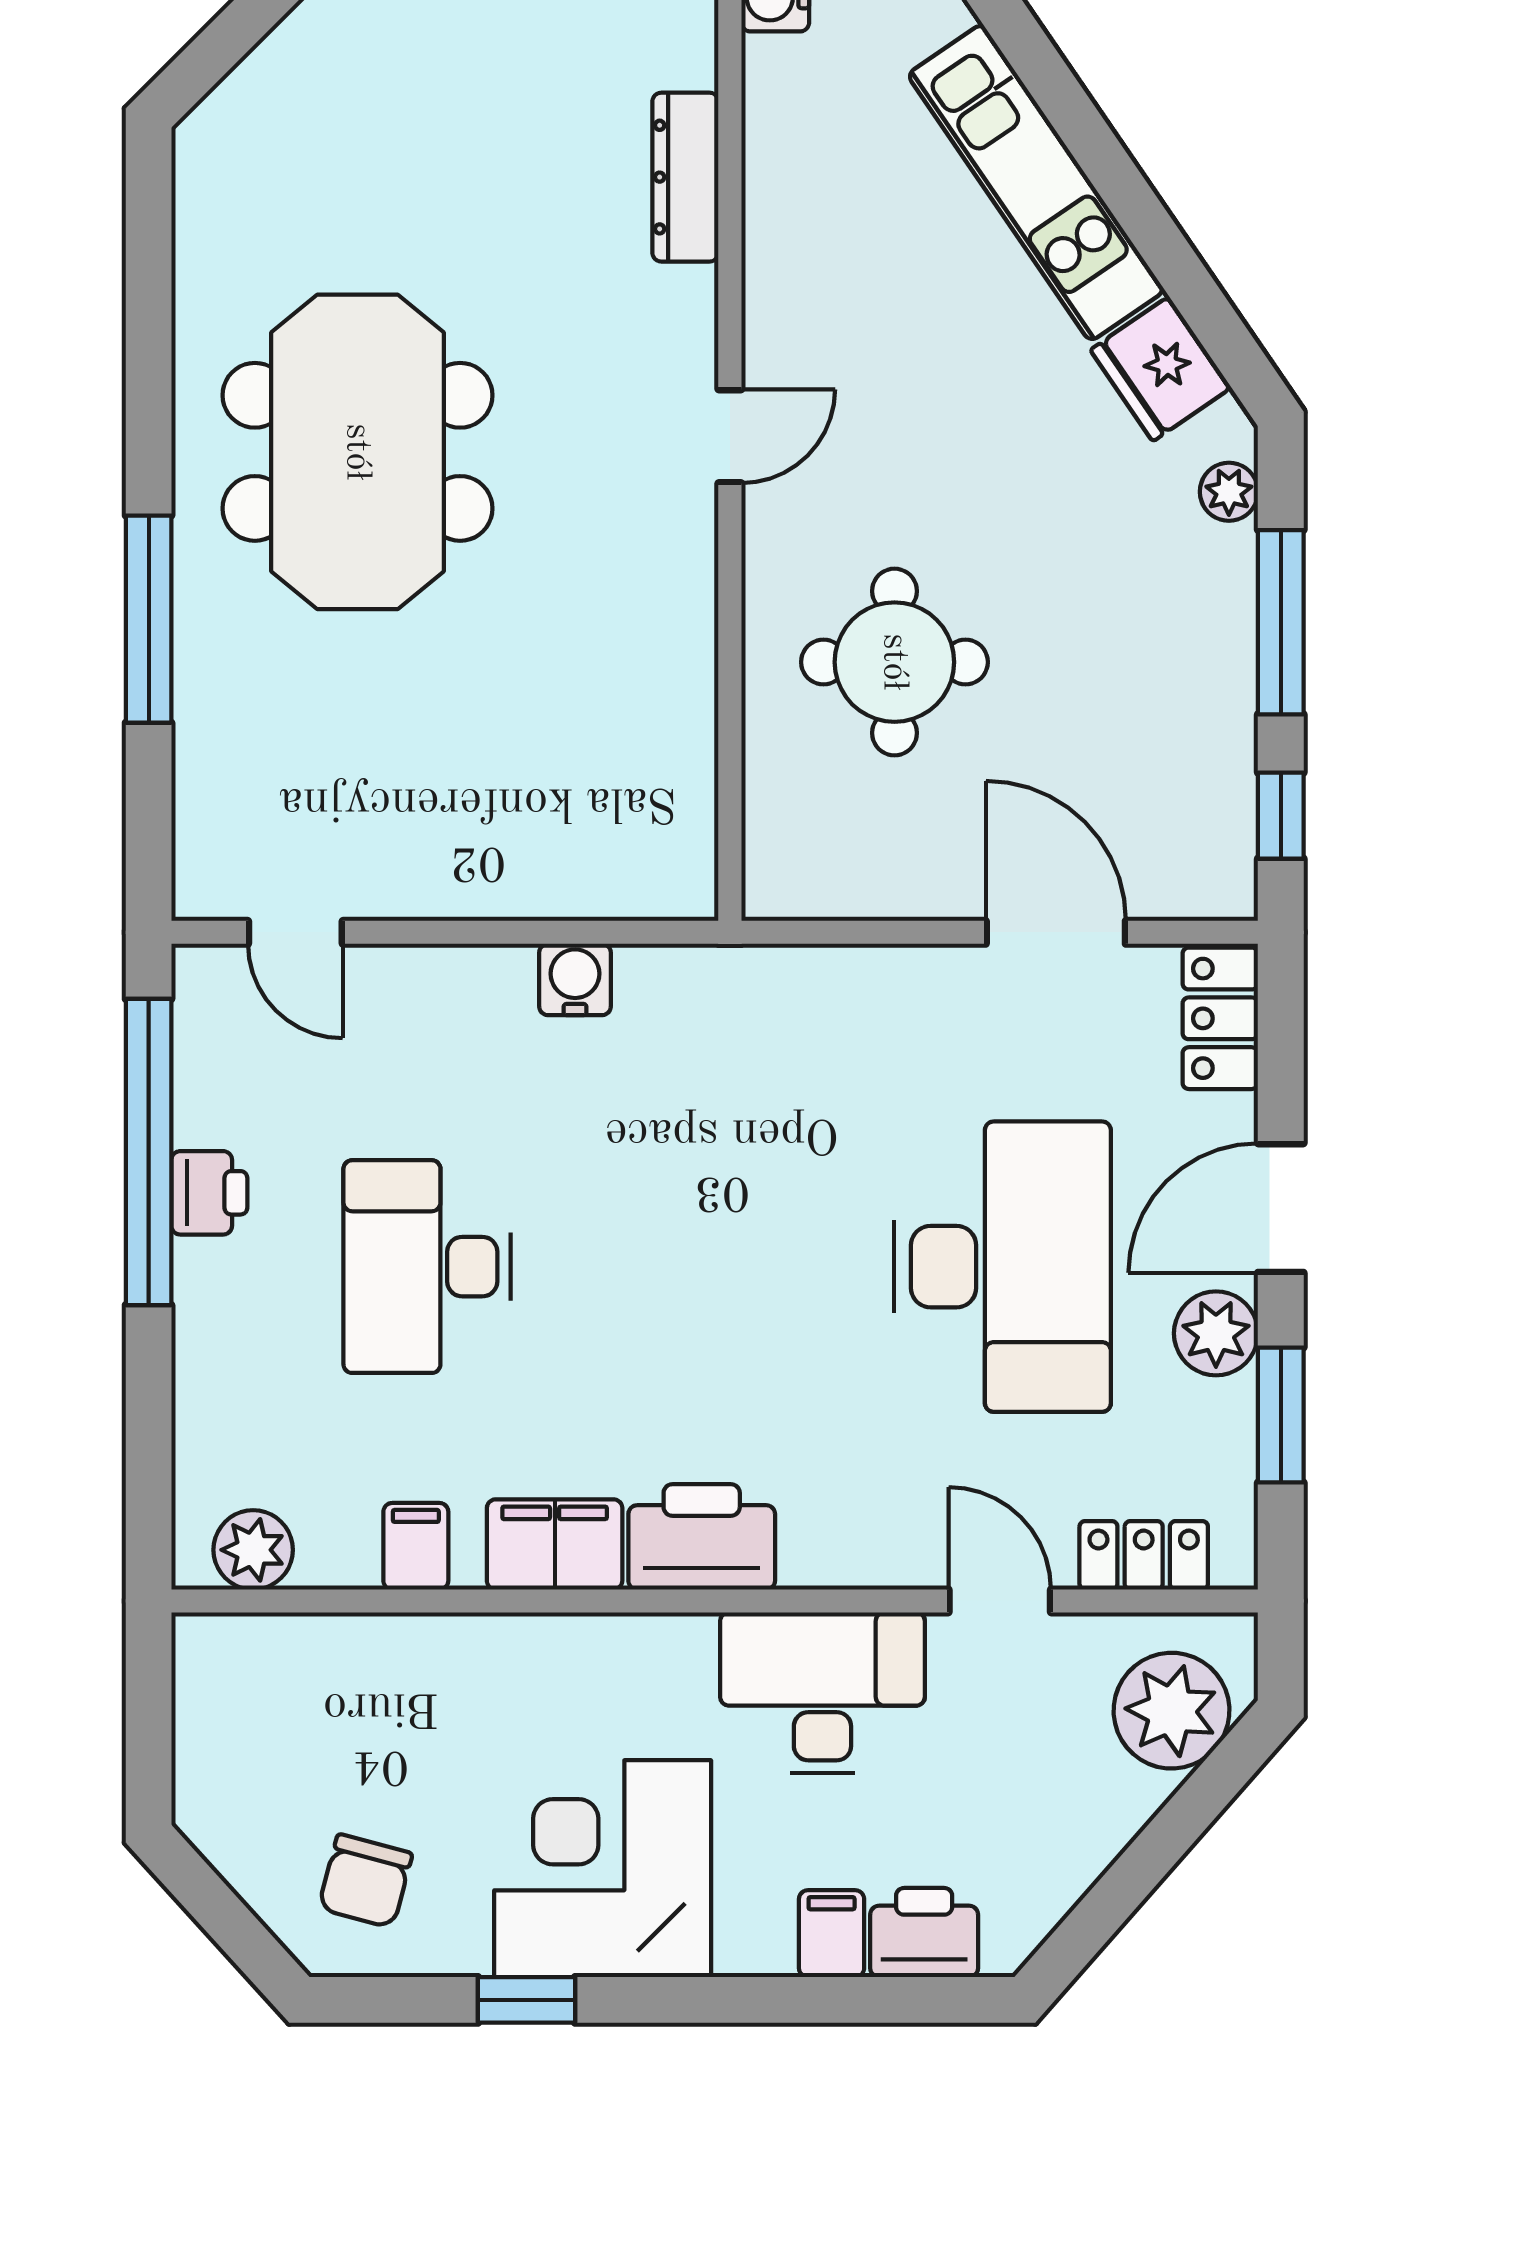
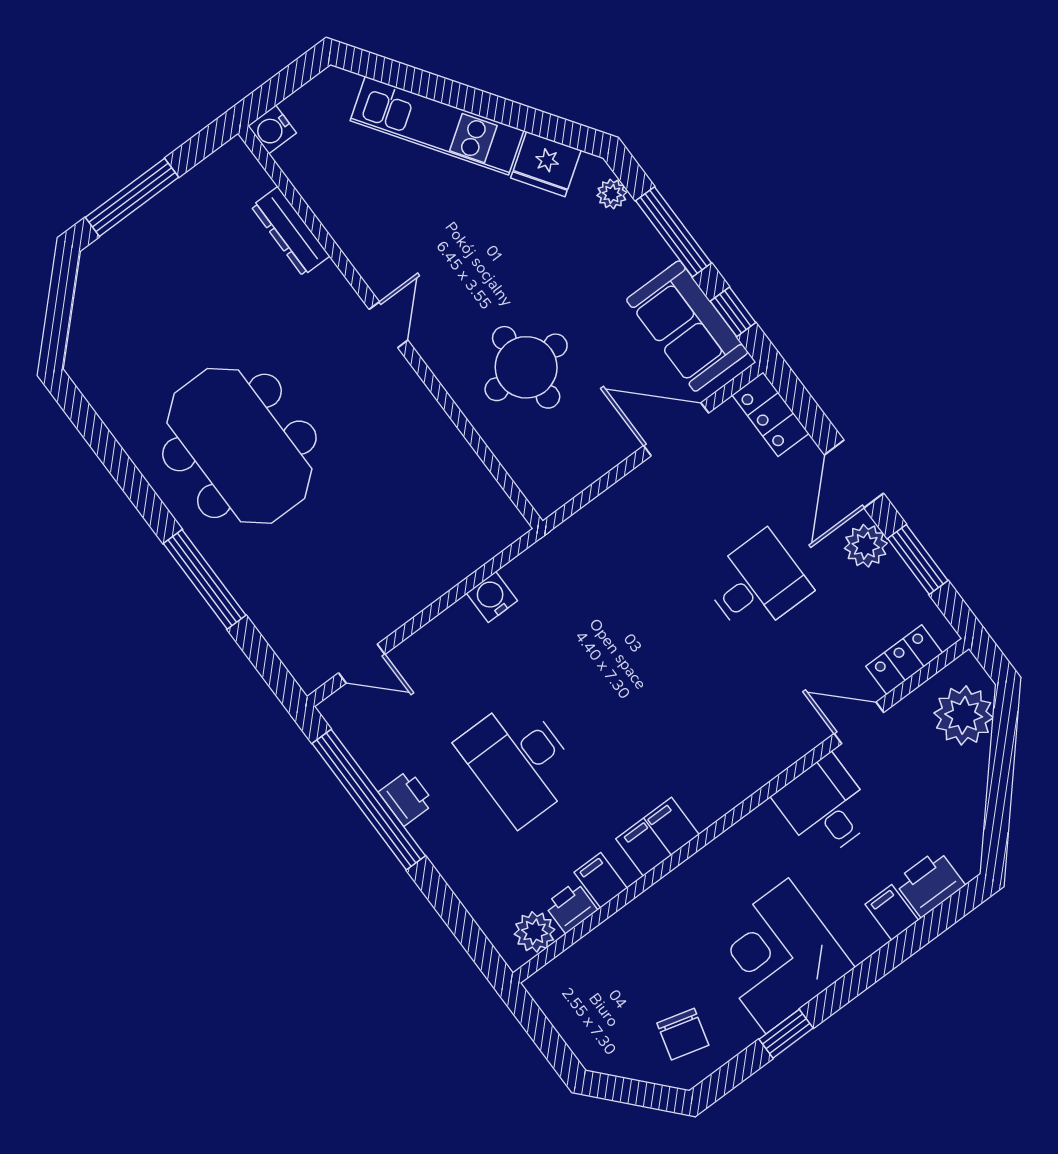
sofa: (1193, 784) -> (687, 326), added
desk: (1002, 1267) -> (757, 584), width x0.53, depth x0.77
printer: (702, 1537) -> (571, 907), moved, width x0.53, depth x0.68
desk: (822, 1693) -> (825, 807), width x0.73

